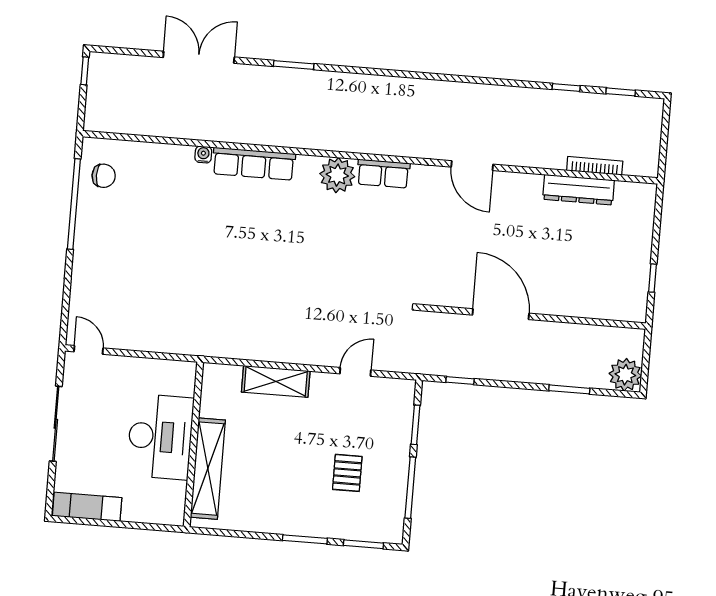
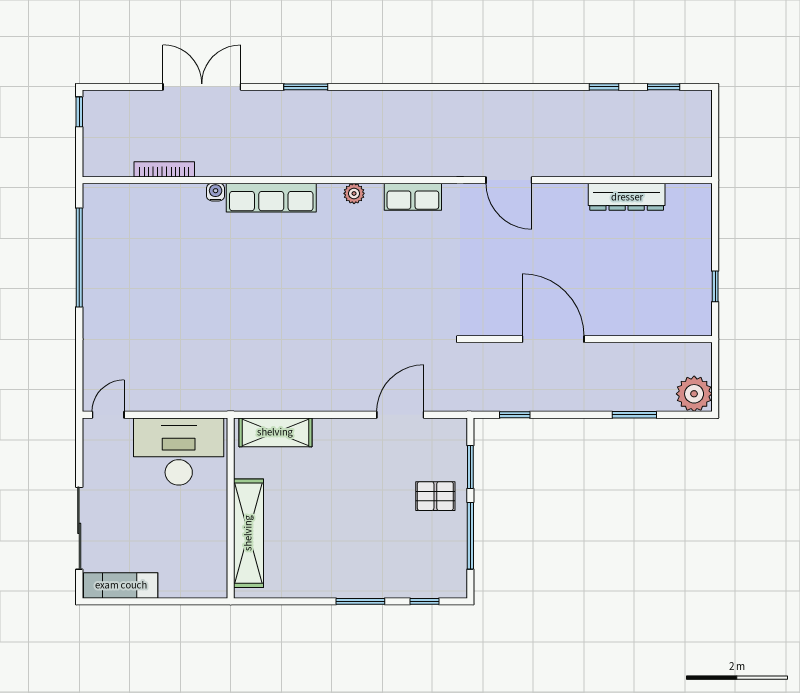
bookcase: (595, 166) -> (164, 169), moved
plant: (337, 175) -> (354, 193), width x0.53, depth x0.53
chair: (104, 176) -> (109, 224), removed
door: (88, 350) -> (108, 415), hinge flipped
door: (355, 372) -> (400, 415), width x1.38
shelving: (276, 381) -> (275, 432), moved
sliding door: (56, 424) -> (79, 528), moved
desk: (160, 437) -> (179, 452), moved, turned -90
pallet: (347, 473) -> (435, 496), moved, turned 90
window: (363, 544) -> (425, 601), width x0.67

